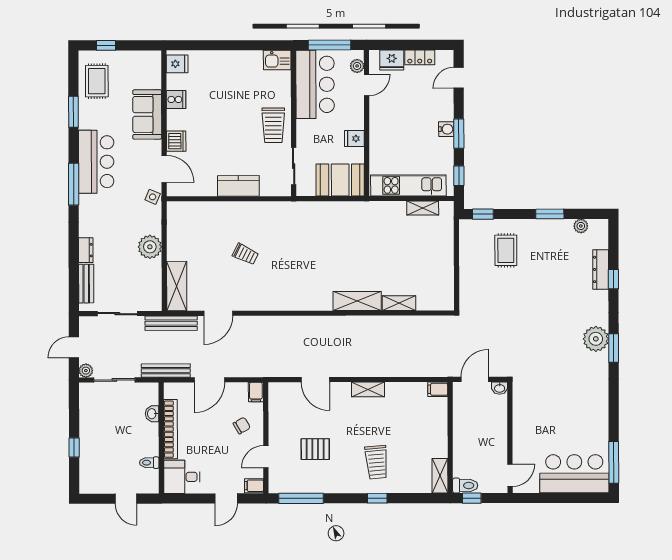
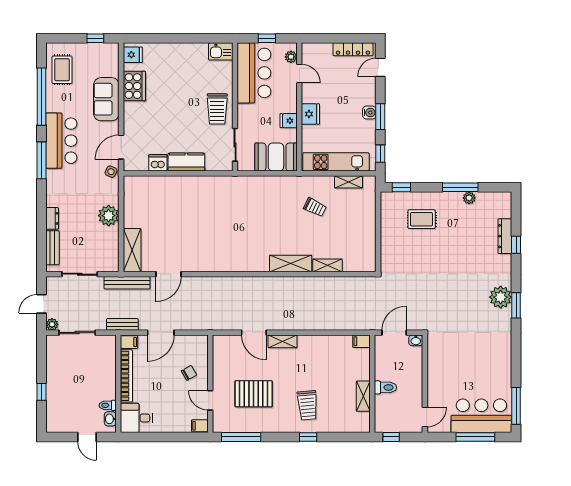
window: (106, 45) -> (95, 38), moved
window: (330, 45) -> (267, 38), width x0.46
locker: (420, 57) -> (353, 49), width x1.53
fridge: (392, 60) -> (310, 114), moved, turned -90
door: (367, 85) -> (299, 74), hinge flipped
cooker: (176, 99) -> (134, 86), width x1.87, depth x1.31
window: (73, 112) -> (42, 97), width x2.11
dishwasher: (176, 141) -> (158, 163), moved, turned -90
door: (164, 169) -> (121, 147), swing flipped
window: (550, 214) -> (460, 187), width x1.44
plant: (581, 226) -> (469, 198), moved
rug: (506, 250) -> (422, 219), turned 90
trolley: (245, 254) -> (315, 207), moved
bench: (166, 371) -> (122, 324), width x0.73
shelving: (368, 389) -> (283, 341), moved
filing cabinet: (256, 392) -> (129, 342), moved, turned -90
washbasin: (152, 414) -> (110, 419), moved
pallet: (315, 449) -> (254, 394), width x1.50, depth x1.42
door: (266, 457) -> (210, 400), hinge flipped
shelving: (440, 476) -> (363, 396), moved
toilet: (465, 486) -> (385, 387), moved
door: (226, 498) -> (175, 437), removed
window: (567, 498) -> (475, 437), added

